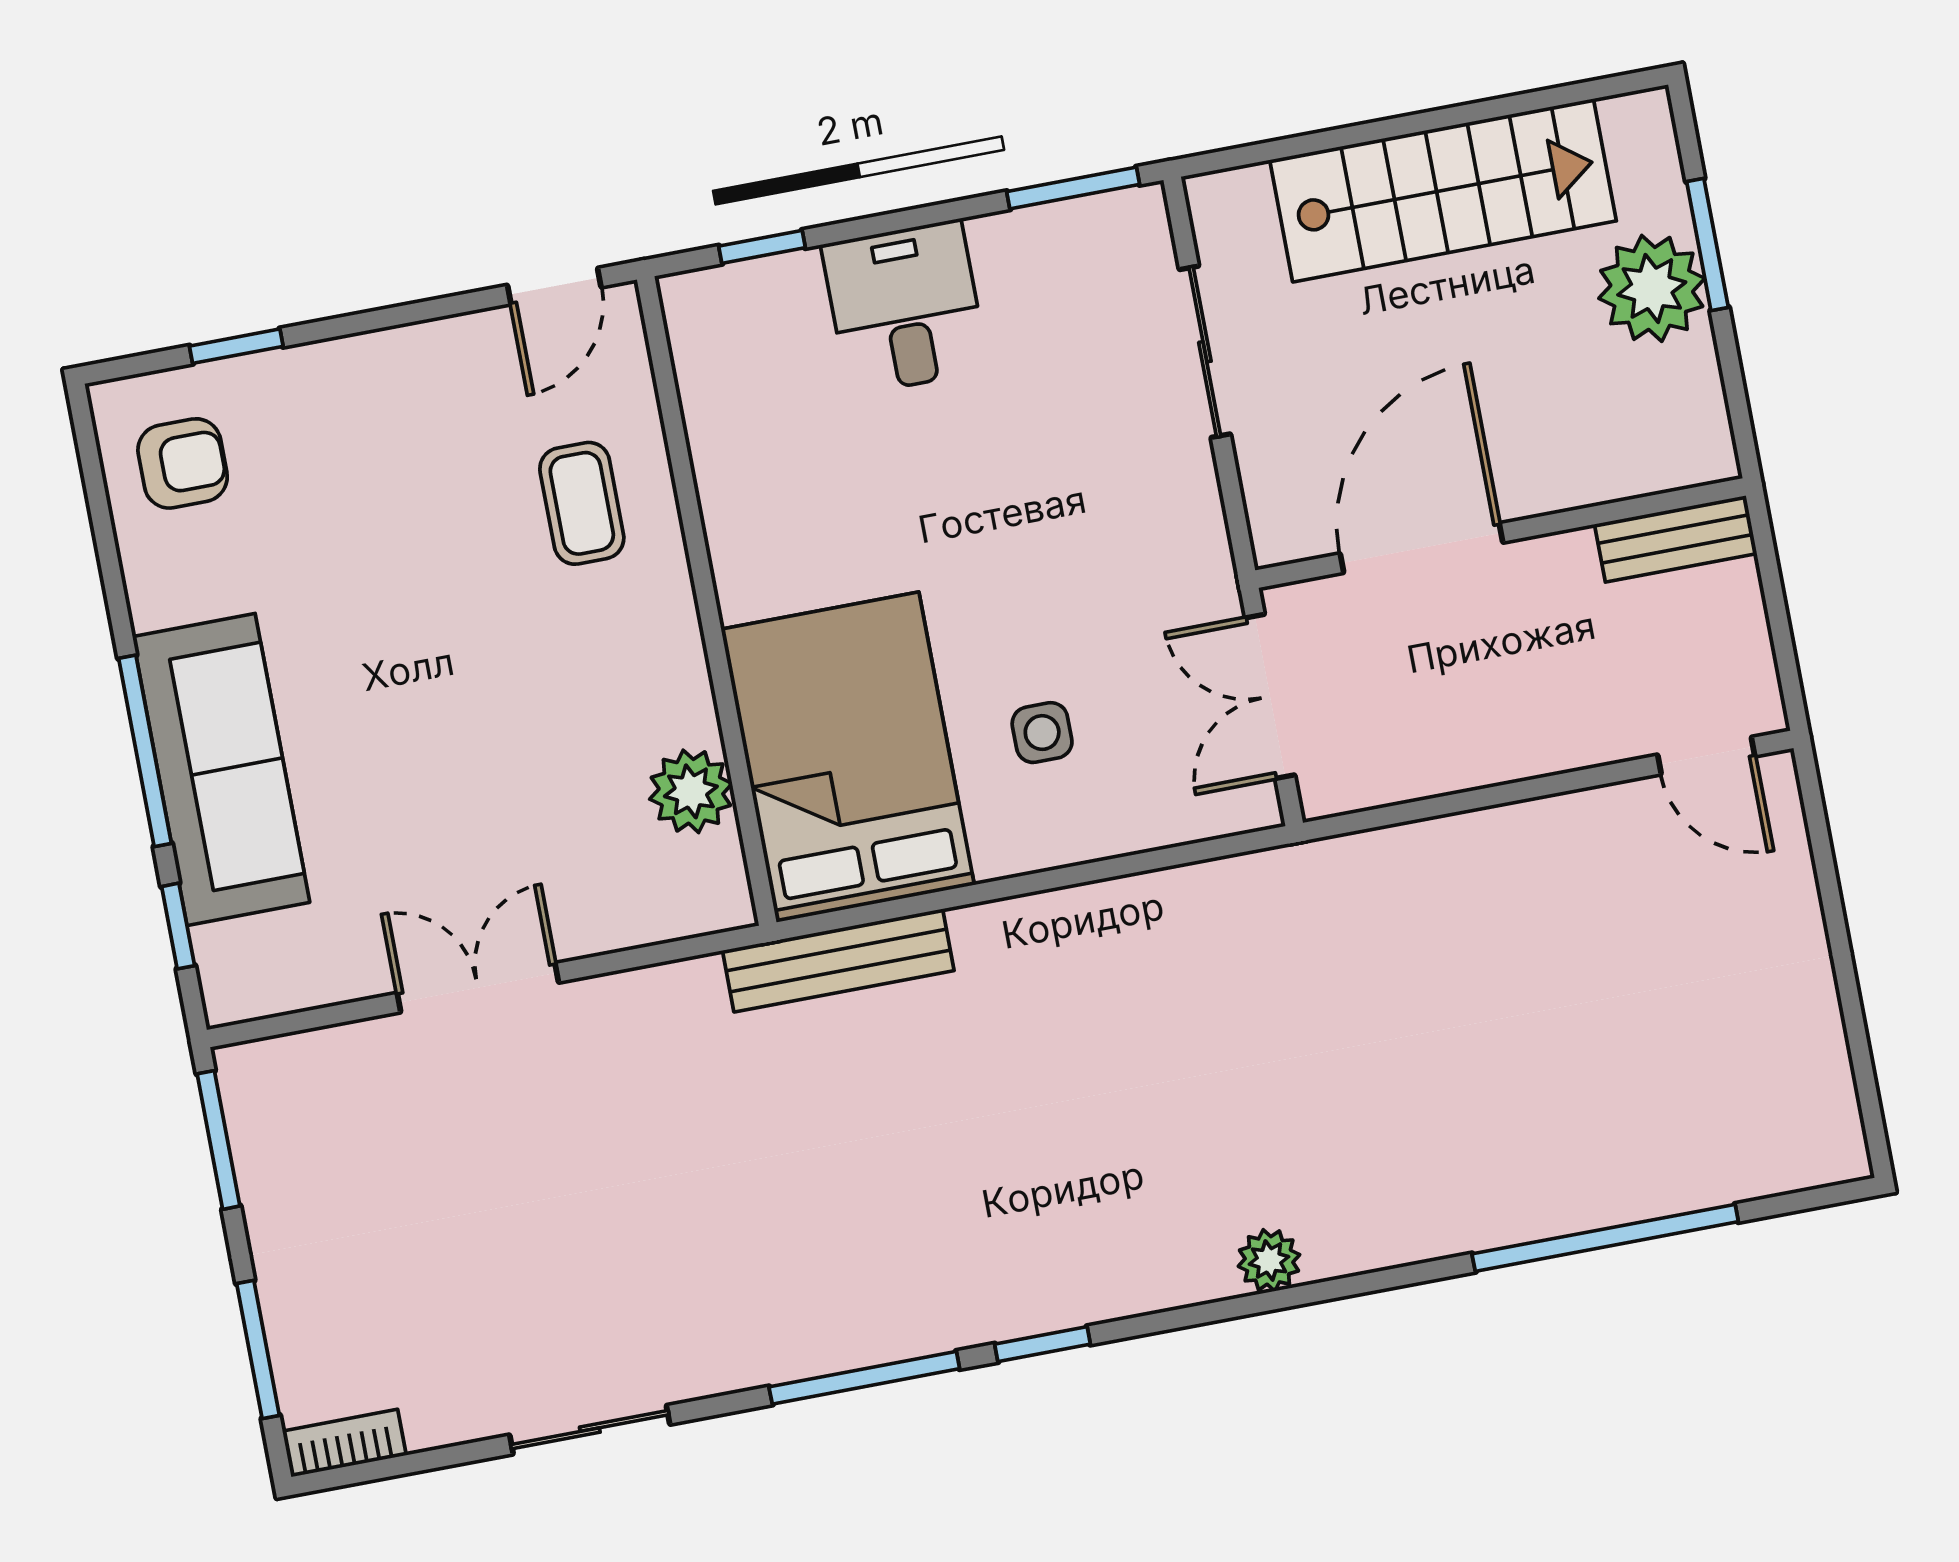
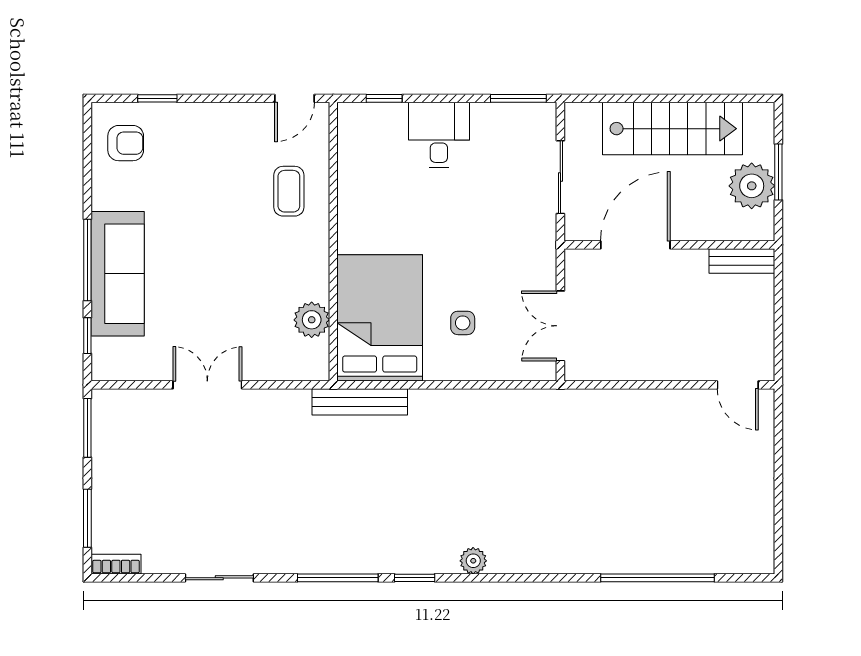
wall: (1501, 533) -> (669, 245), moved
bench: (1676, 539) -> (742, 261), moved
door: (1422, 548) -> (635, 245), moved
plant: (1269, 1260) -> (473, 561), moved

